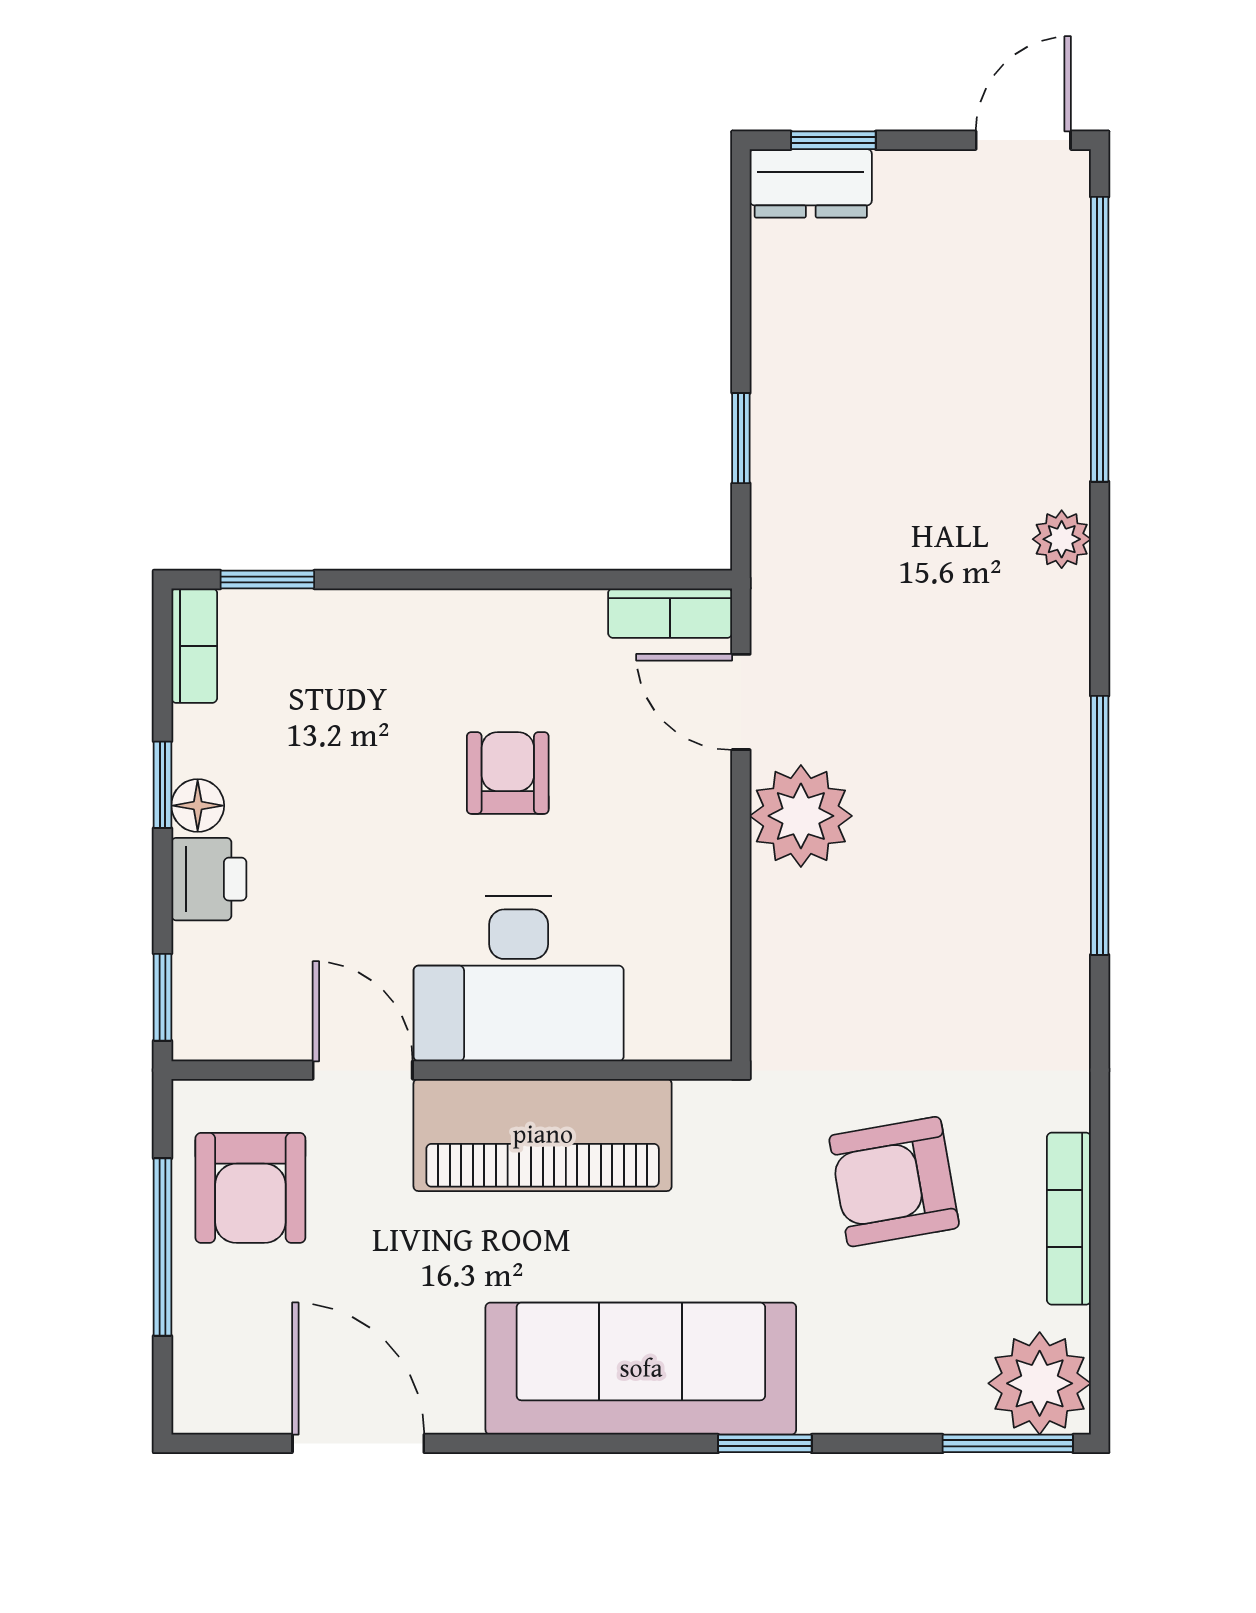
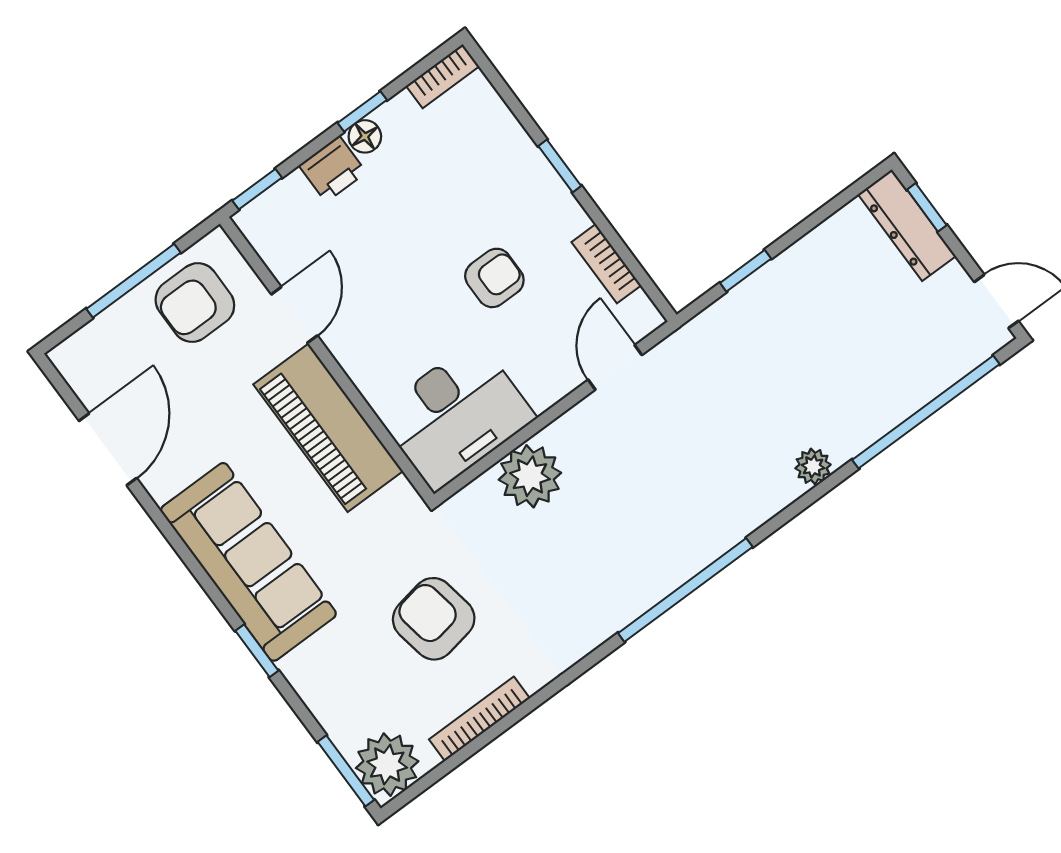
dresser: (811, 183) -> (907, 225), width x1.44
window: (267, 580) -> (560, 166), moved
bookcase: (670, 613) -> (606, 264), moved
plant: (801, 816) -> (530, 476), moved
desk: (519, 979) -> (456, 415), moved, turned -90

